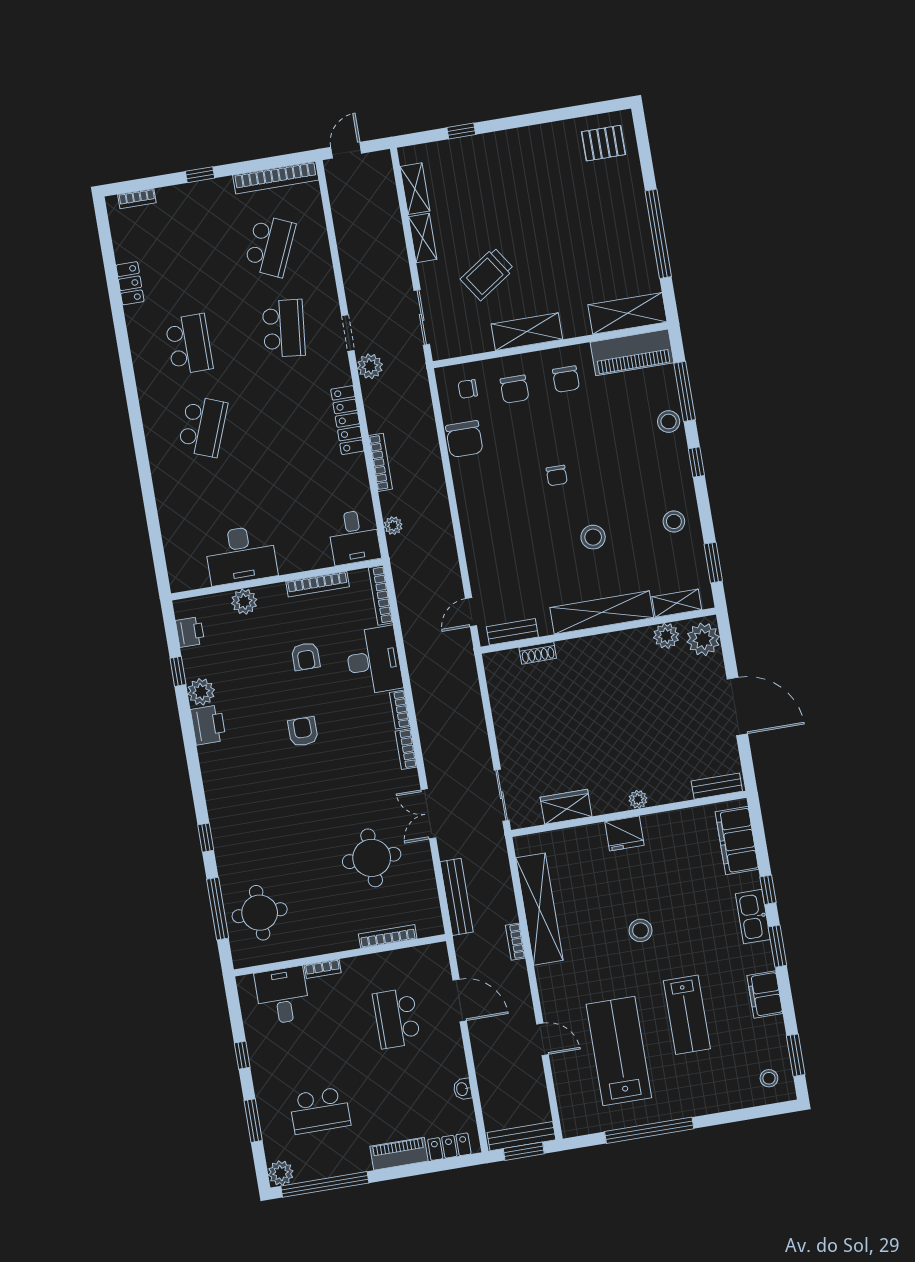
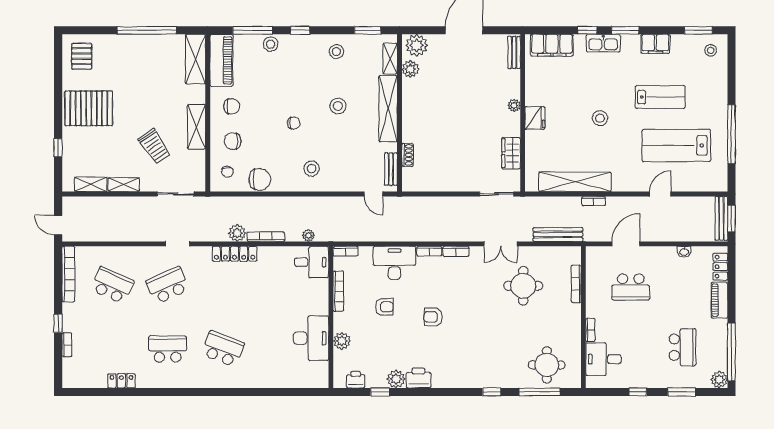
pallet: (528, 167) -> (89, 108), added
bookcase: (137, 199) -> (67, 345), moved
school desk: (284, 328) -> (168, 285), turned -30
plant: (370, 366) -> (237, 233), moved
chair: (515, 389) -> (233, 141), turned 180
stool: (493, 514) -> (312, 169), added
bookcase: (381, 595) -> (346, 251), width x0.64

